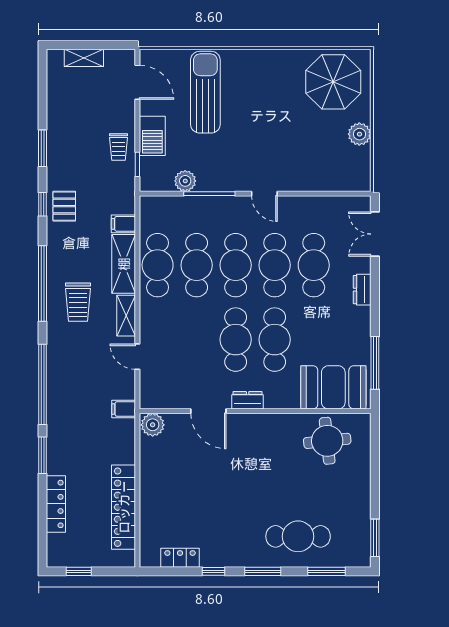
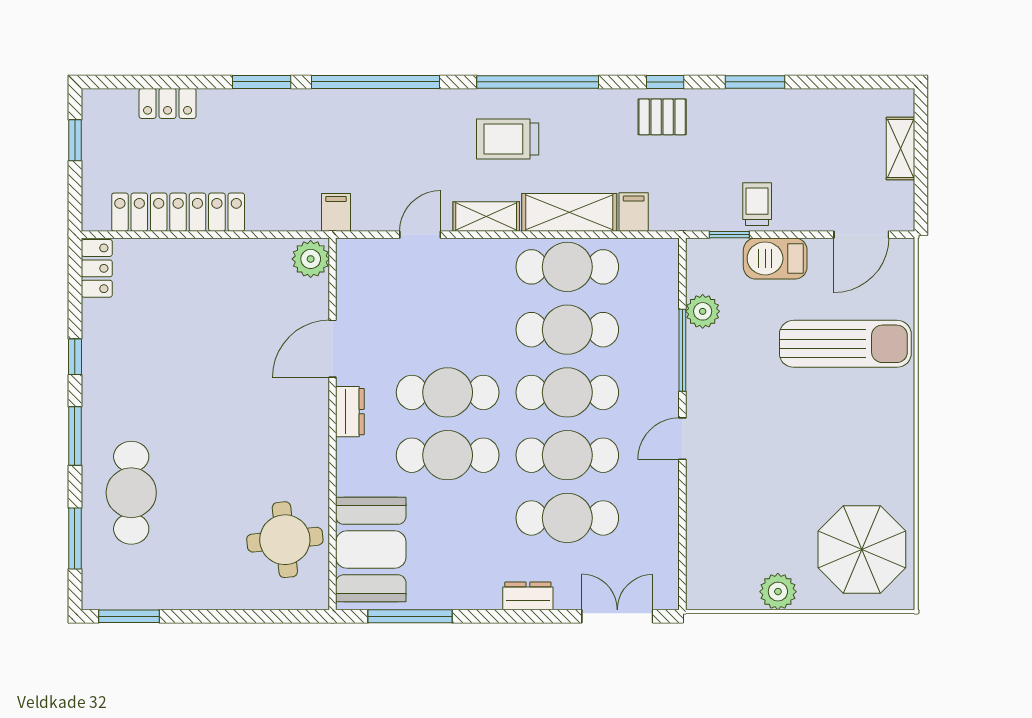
trolley: (119, 147) -> (757, 204), turned 90
locker: (56, 504) -> (168, 103), width x0.66
locker: (180, 558) -> (97, 268), moved

